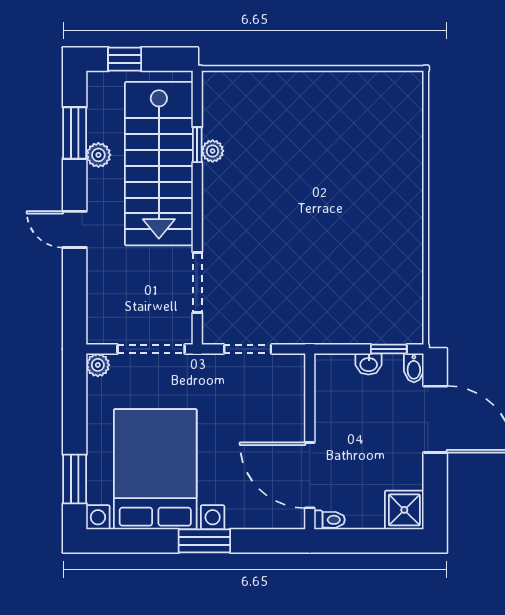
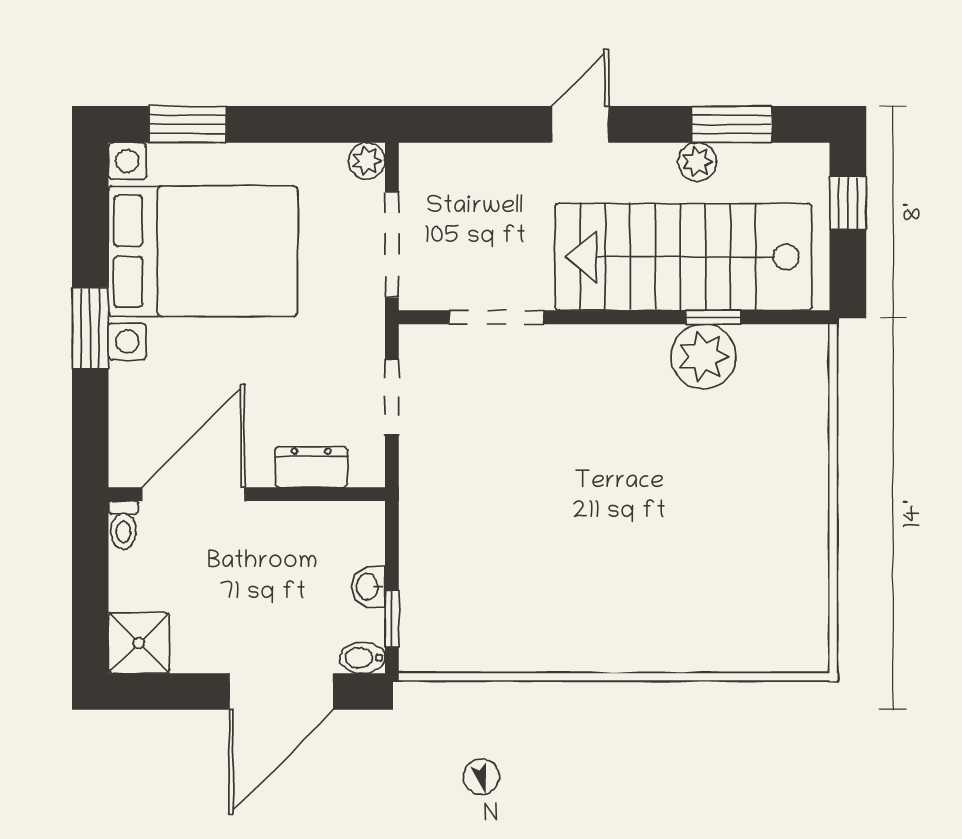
plant: (213, 151) -> (703, 356), width x1.87, depth x1.87
dresser: (292, 400) -> (311, 467), added

